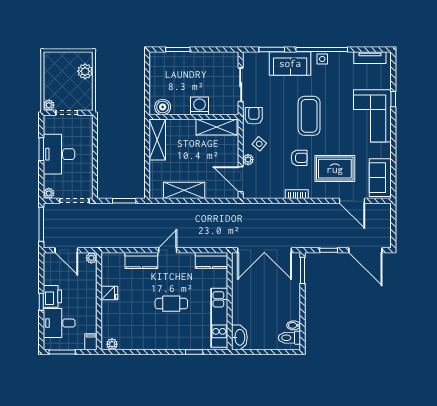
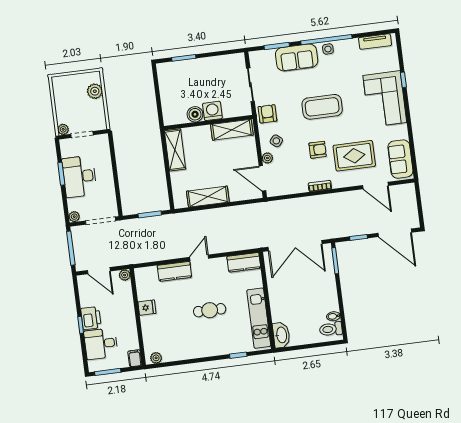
boiler: (163, 107) -> (195, 114), moved
coffee table: (309, 116) -> (322, 107), turned 90

